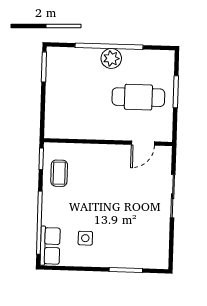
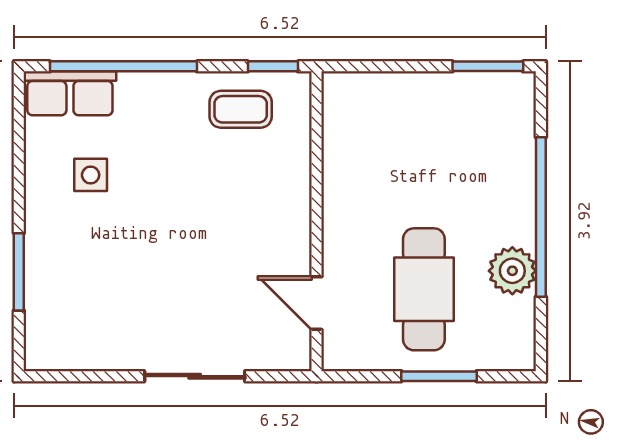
plant: (111, 58) -> (512, 271), moved

